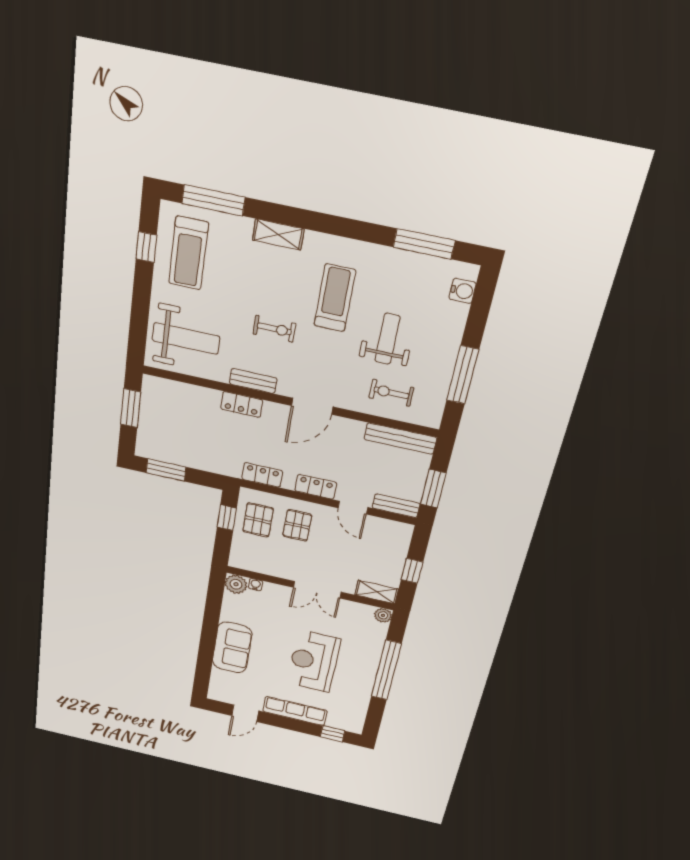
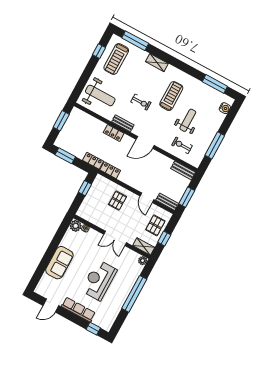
bench: (400, 439) -> (183, 170), width x0.73
locker: (316, 487) -> (93, 161), moved
pallet: (258, 520) -> (155, 225), moved

